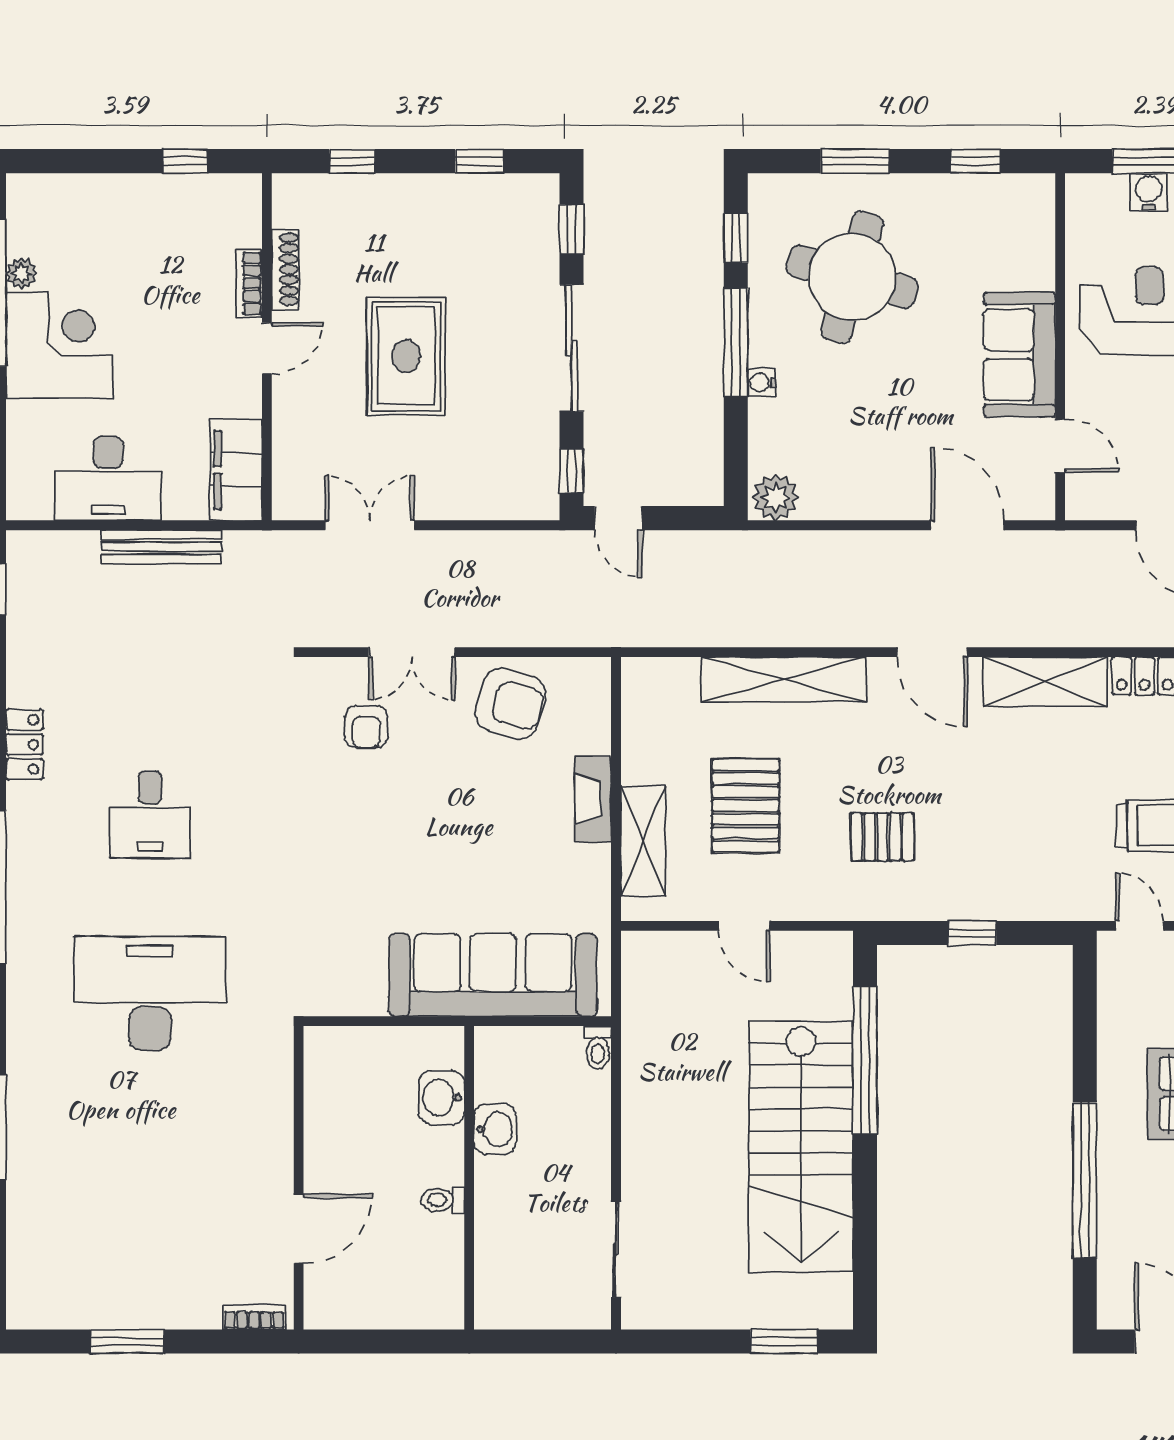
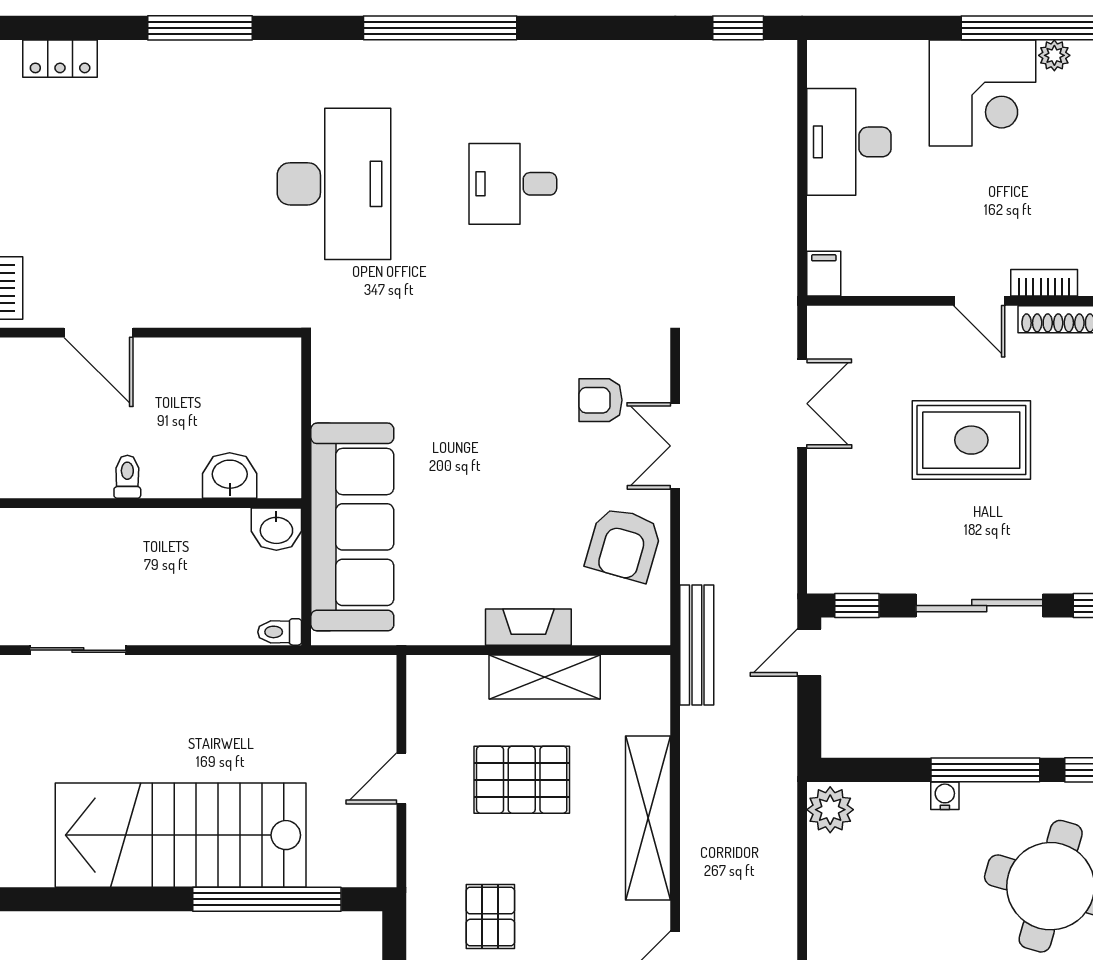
filing cabinet: (236, 470) -> (824, 274), width x0.33, depth x0.86
bench: (161, 547) -> (697, 645), moved
locker: (25, 744) -> (60, 59), moved
shelving: (643, 841) -> (545, 677), moved
washbasin: (495, 1129) -> (276, 529), moved

